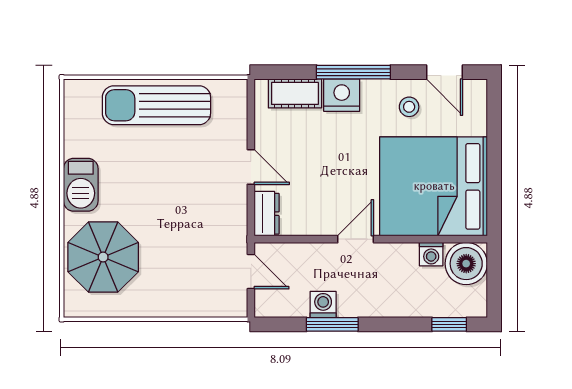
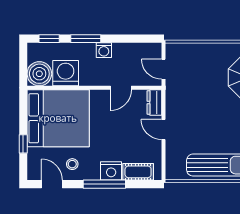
window: (494, 142) -> (23, 144), added
door: (356, 239) -> (121, 88), moved
washing machine: (431, 254) -> (66, 73), width x1.89, depth x1.89
washing machine: (323, 305) -> (104, 50), moved
window: (332, 324) -> (86, 39), moved

